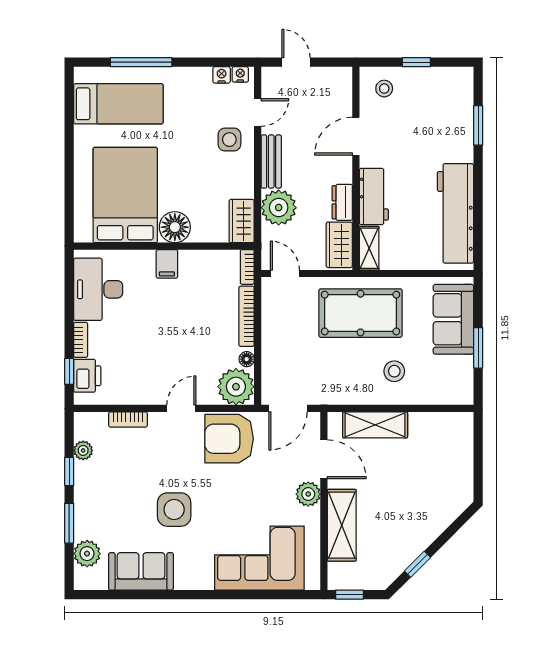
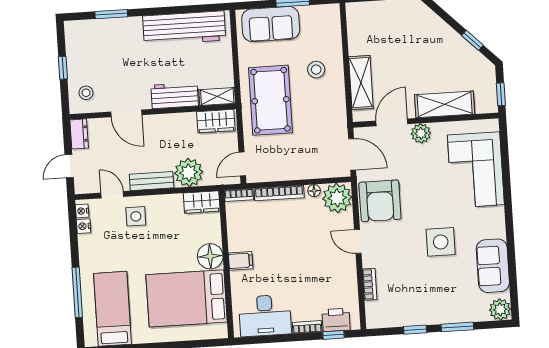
dresser: (342, 202) -> (79, 134), moved, turned -90
plant: (83, 450) -> (397, 319), removed
plant: (87, 554) -> (500, 309), moved

